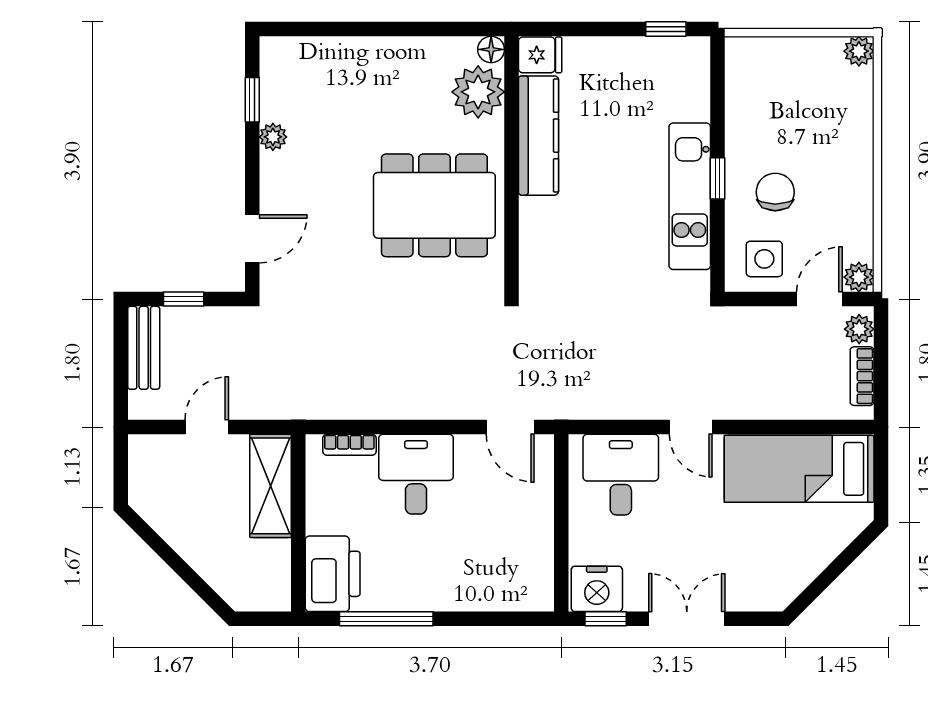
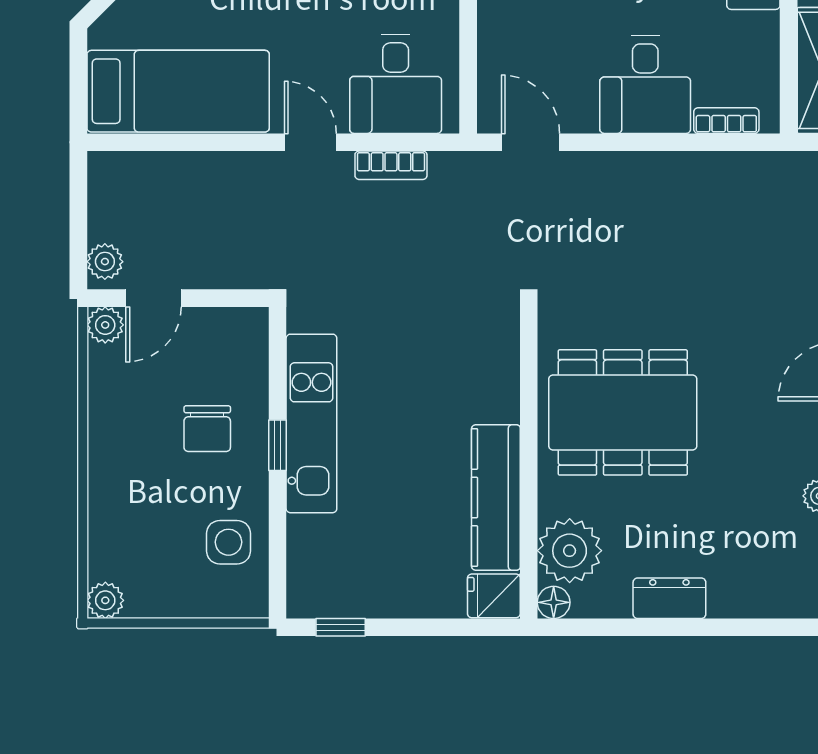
dresser: (396, 53) -> (669, 598), added
side table: (764, 259) -> (228, 542), moved
bookcase: (862, 376) -> (391, 165), moved, turned 90

